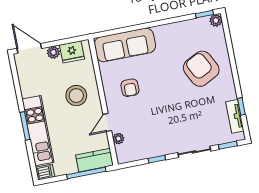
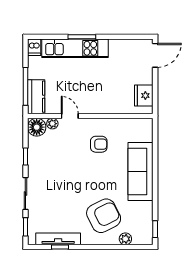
plant: (216, 20) -> (125, 239), moved
sofa: (125, 45) -> (141, 171), moved
plant: (53, 52) -> (147, 78), removed
armchair: (130, 88) -> (99, 144), turned 180
stool: (76, 96) -> (101, 91), removed
tv unit: (235, 116) -> (58, 239), width x1.41
floor lamp: (125, 154) -> (37, 127), added

